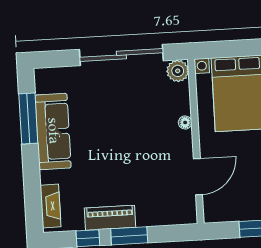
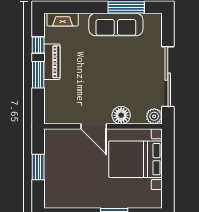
floor lamp: (185, 122) -> (121, 115), width x1.89, depth x1.89
door: (198, 177) -> (94, 126), moved

